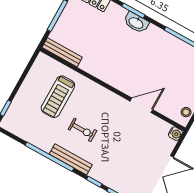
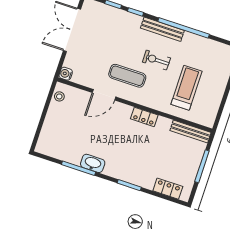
washbasin: (136, 23) -> (93, 163), moved
locker: (105, 76) -> (144, 117), added
exercise mat: (115, 120) -> (127, 76), added

